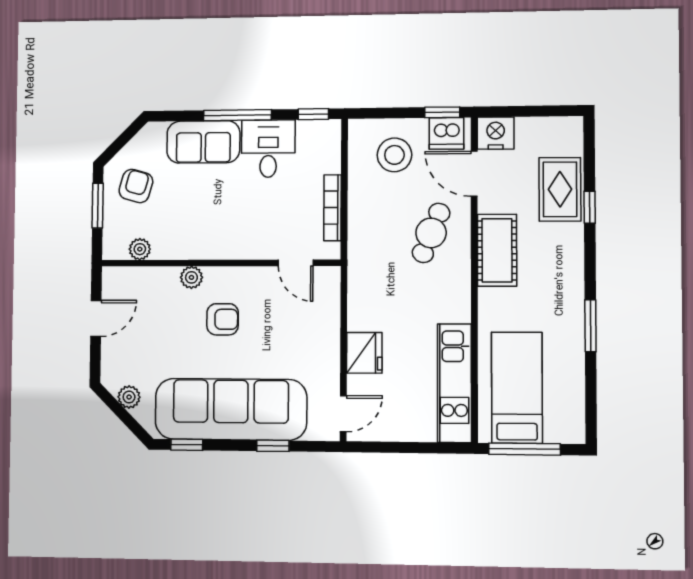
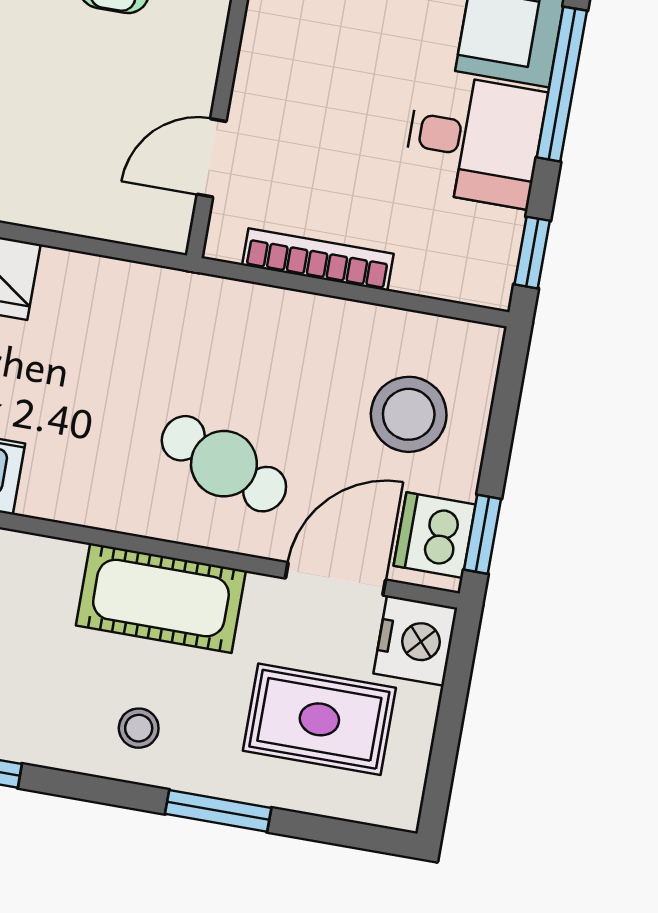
rug: (560, 189) -> (319, 719), moved
window: (590, 207) -> (218, 811), width x1.50
stool: (558, 250) -> (139, 728), added

